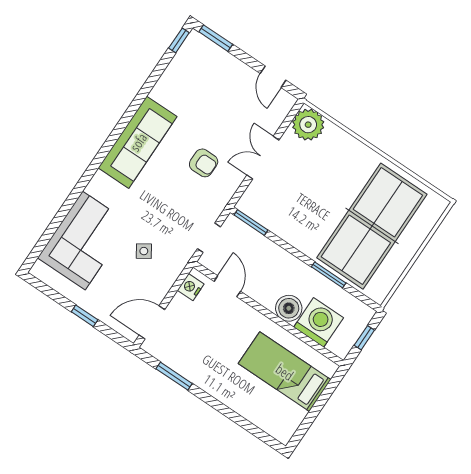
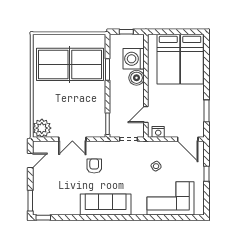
bed: (262, 405) -> (192, 59), added

